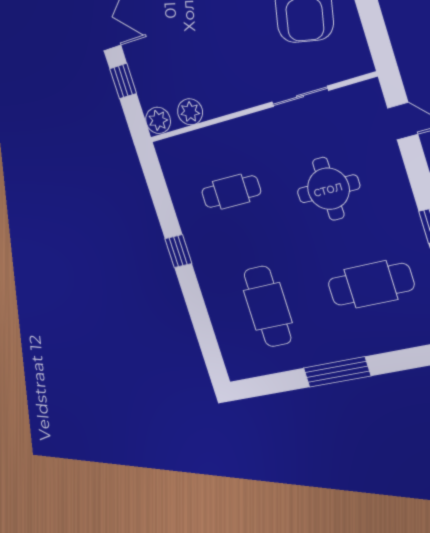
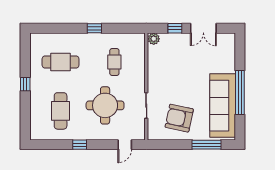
plant: (190, 112) -> (153, 55), removed
round table: (328, 189) -> (105, 105), width x1.36, depth x1.36
window: (337, 372) -> (25, 84), width x0.46

